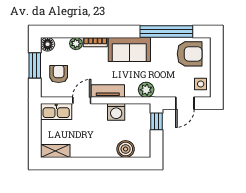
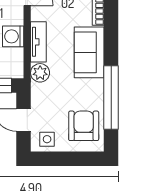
armchair: (190, 54) -> (84, 126), turned 180
tv unit: (108, 91) -> (38, 42), moved

